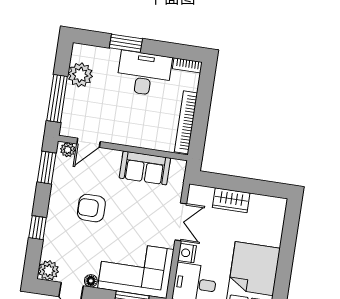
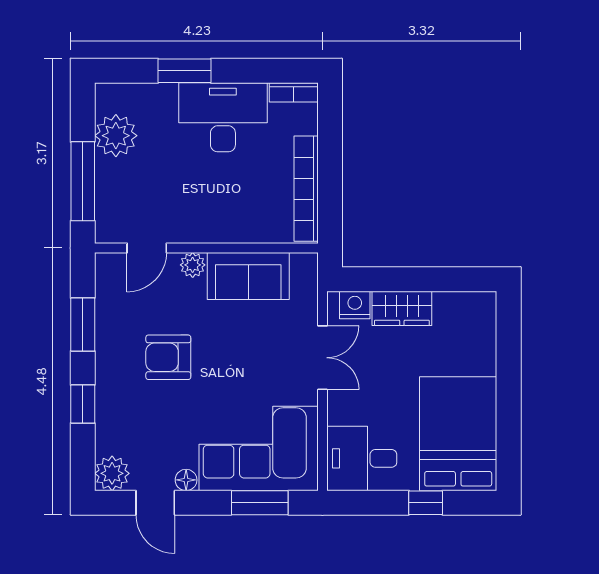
plant: (68, 150) -> (193, 265), moved
window: (47, 168) -> (83, 324), moved
nightstand: (187, 253) -> (355, 305), moved, turned 90

